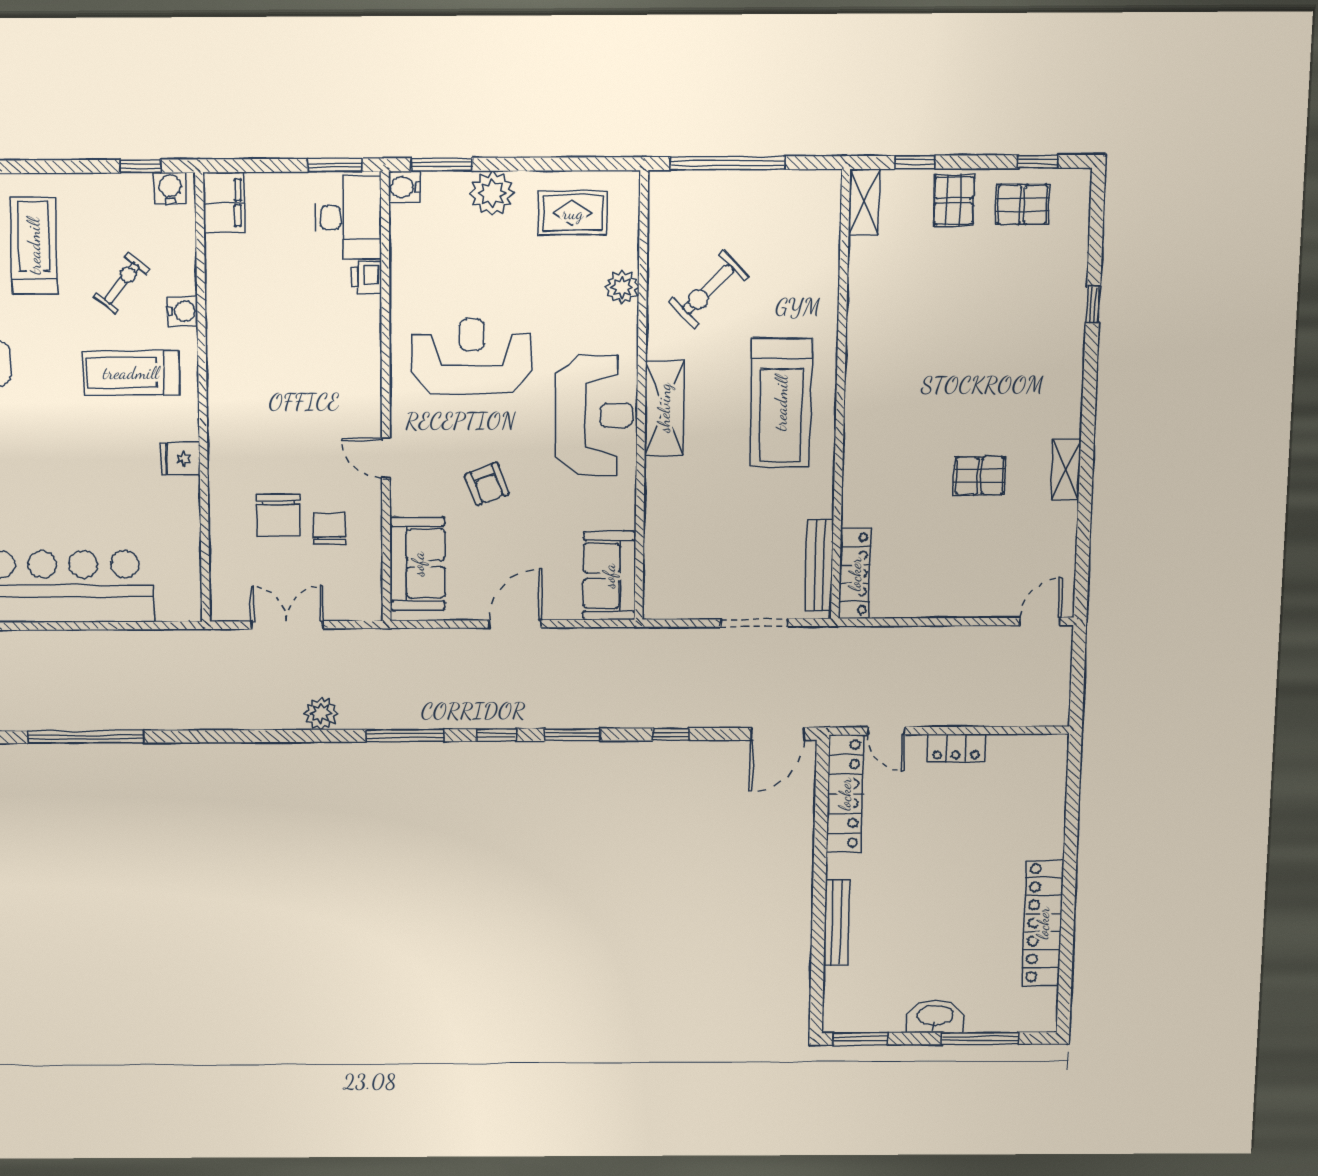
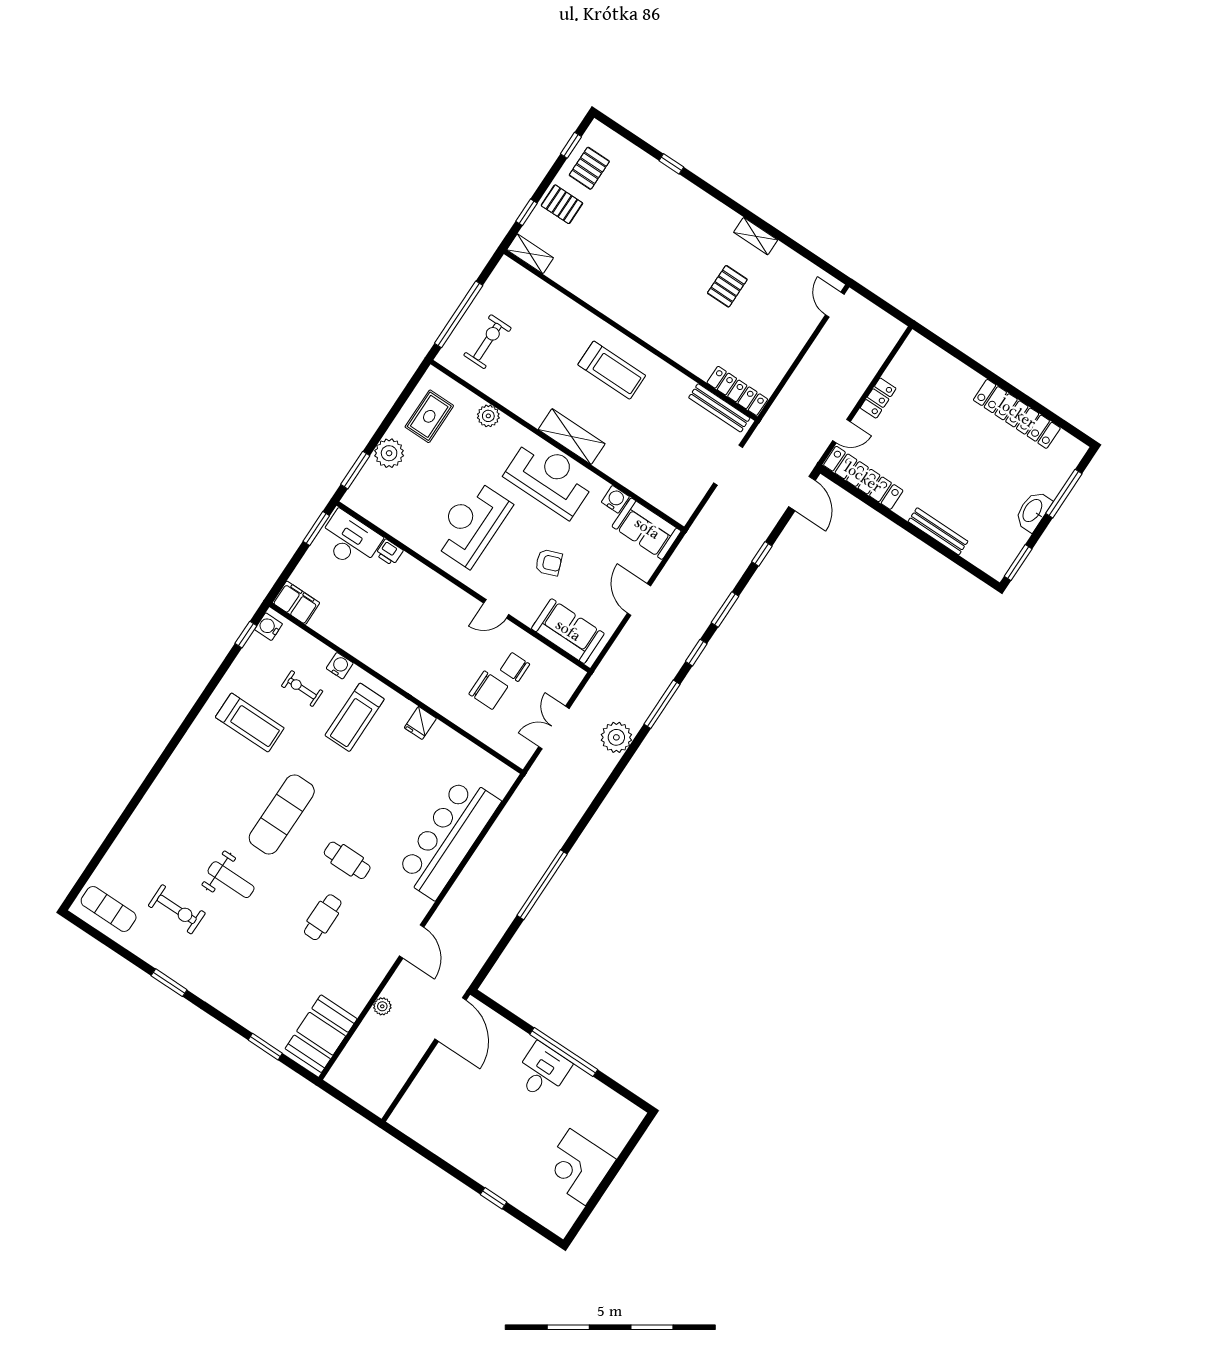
water cooler: (404, 187) -> (615, 499), moved, turned 180
treadmill: (34, 246) -> (250, 723), turned 180
exercise bike: (122, 283) -> (302, 689), turned -39
exercise bike: (708, 289) -> (488, 342), moved, turned -136
treadmill: (781, 403) -> (612, 370), width x0.73, depth x0.73
plant: (321, 714) -> (616, 737), width x1.36, depth x1.36

